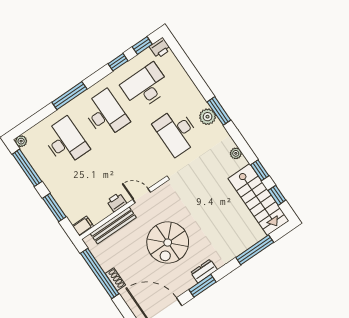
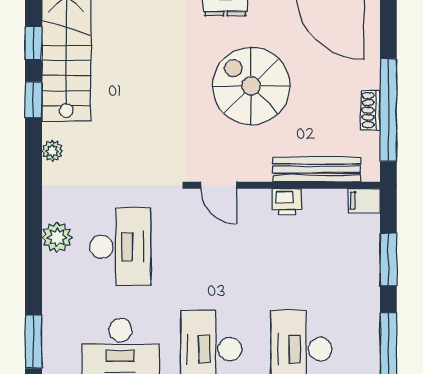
window: (219, 111) -> (33, 342), moved
door: (142, 196) -> (219, 185), moved
spiral stairs: (168, 243) -> (251, 86), turned -90
shoe rack: (115, 279) -> (370, 110), moved

